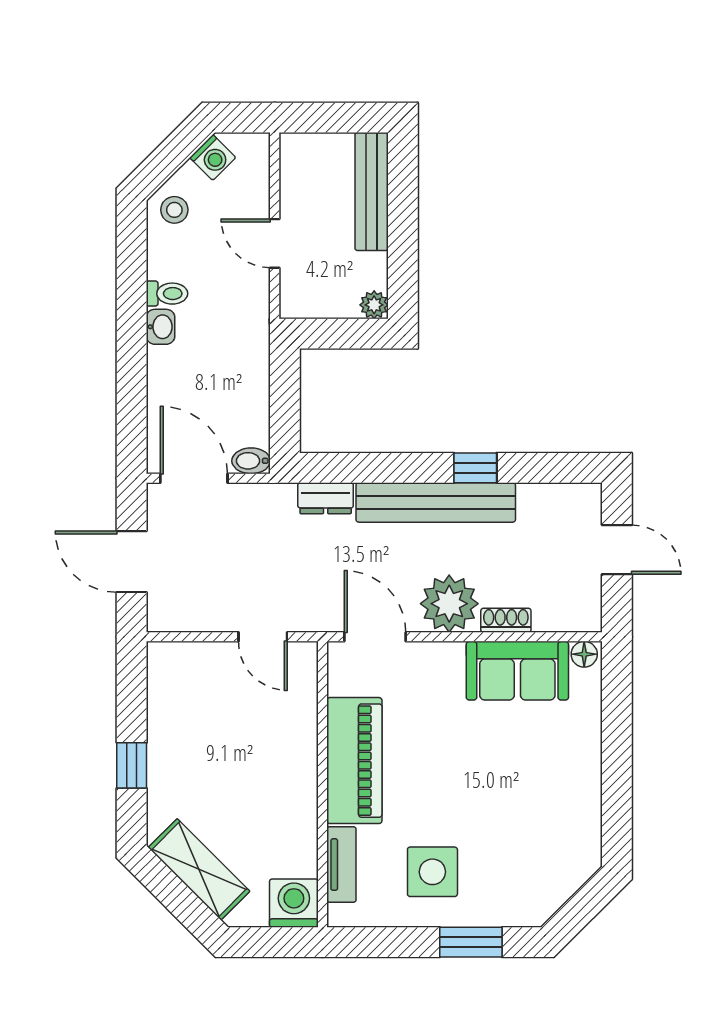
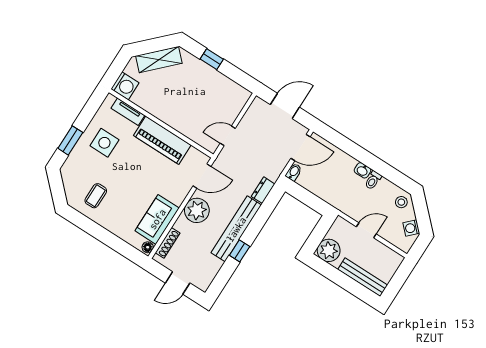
plant: (374, 305) -> (329, 250), width x1.88, depth x1.88
shoe rack: (506, 620) -> (168, 243), moved, width x1.43
coffee table: (548, 822) -> (96, 196), added

